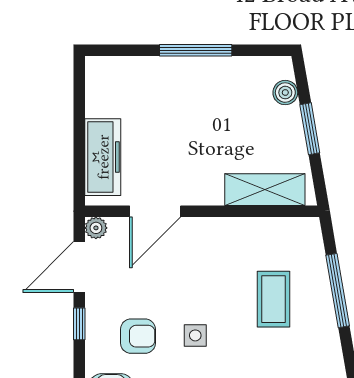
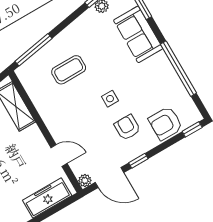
door: (155, 211) -> (59, 155), width x0.73
window: (338, 291) -> (34, 50), moved

